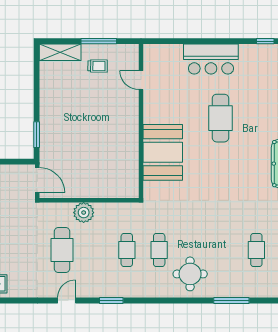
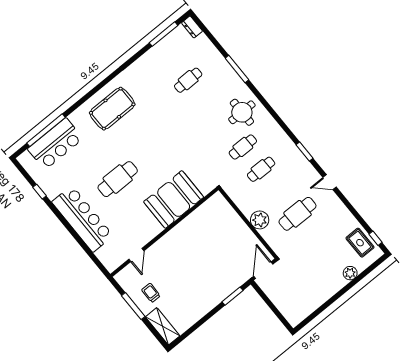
bar counter: (211, 59) -> (82, 219), width x1.36

